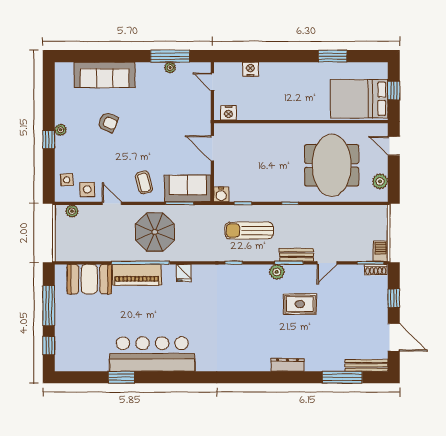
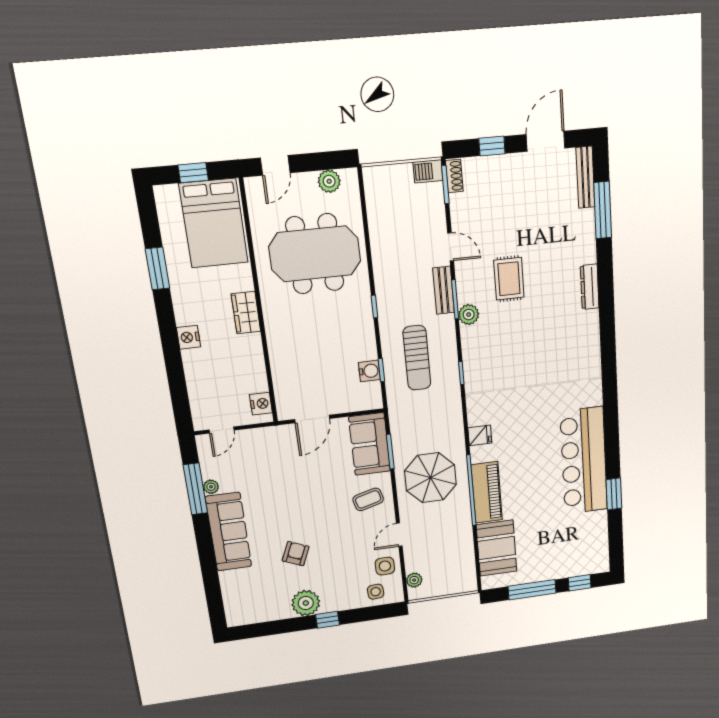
nightstand: (250, 69) -> (188, 337), moved
sofa: (105, 75) -> (229, 532), moved
wardrobe: (296, 112) -> (246, 313), added
plant: (61, 130) -> (306, 603), width x1.88, depth x1.88
water cooler: (221, 194) -> (369, 371), moved

